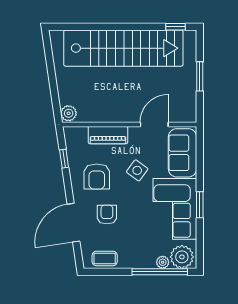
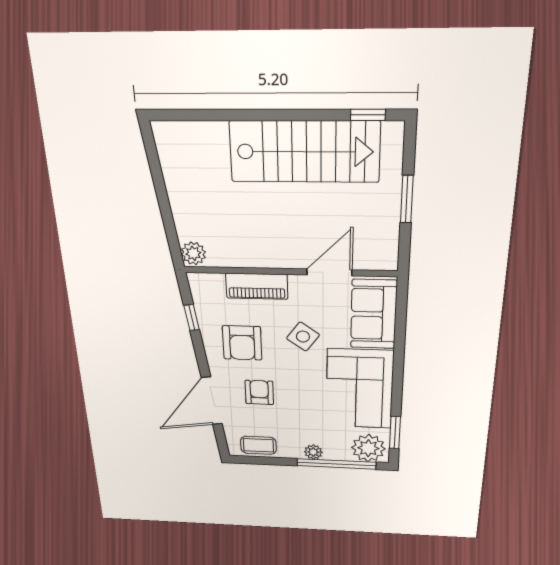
stairs: (123, 48) -> (304, 152), width x0.73
window: (200, 205) -> (395, 433), moved
plant: (163, 262) -> (313, 452), moved

